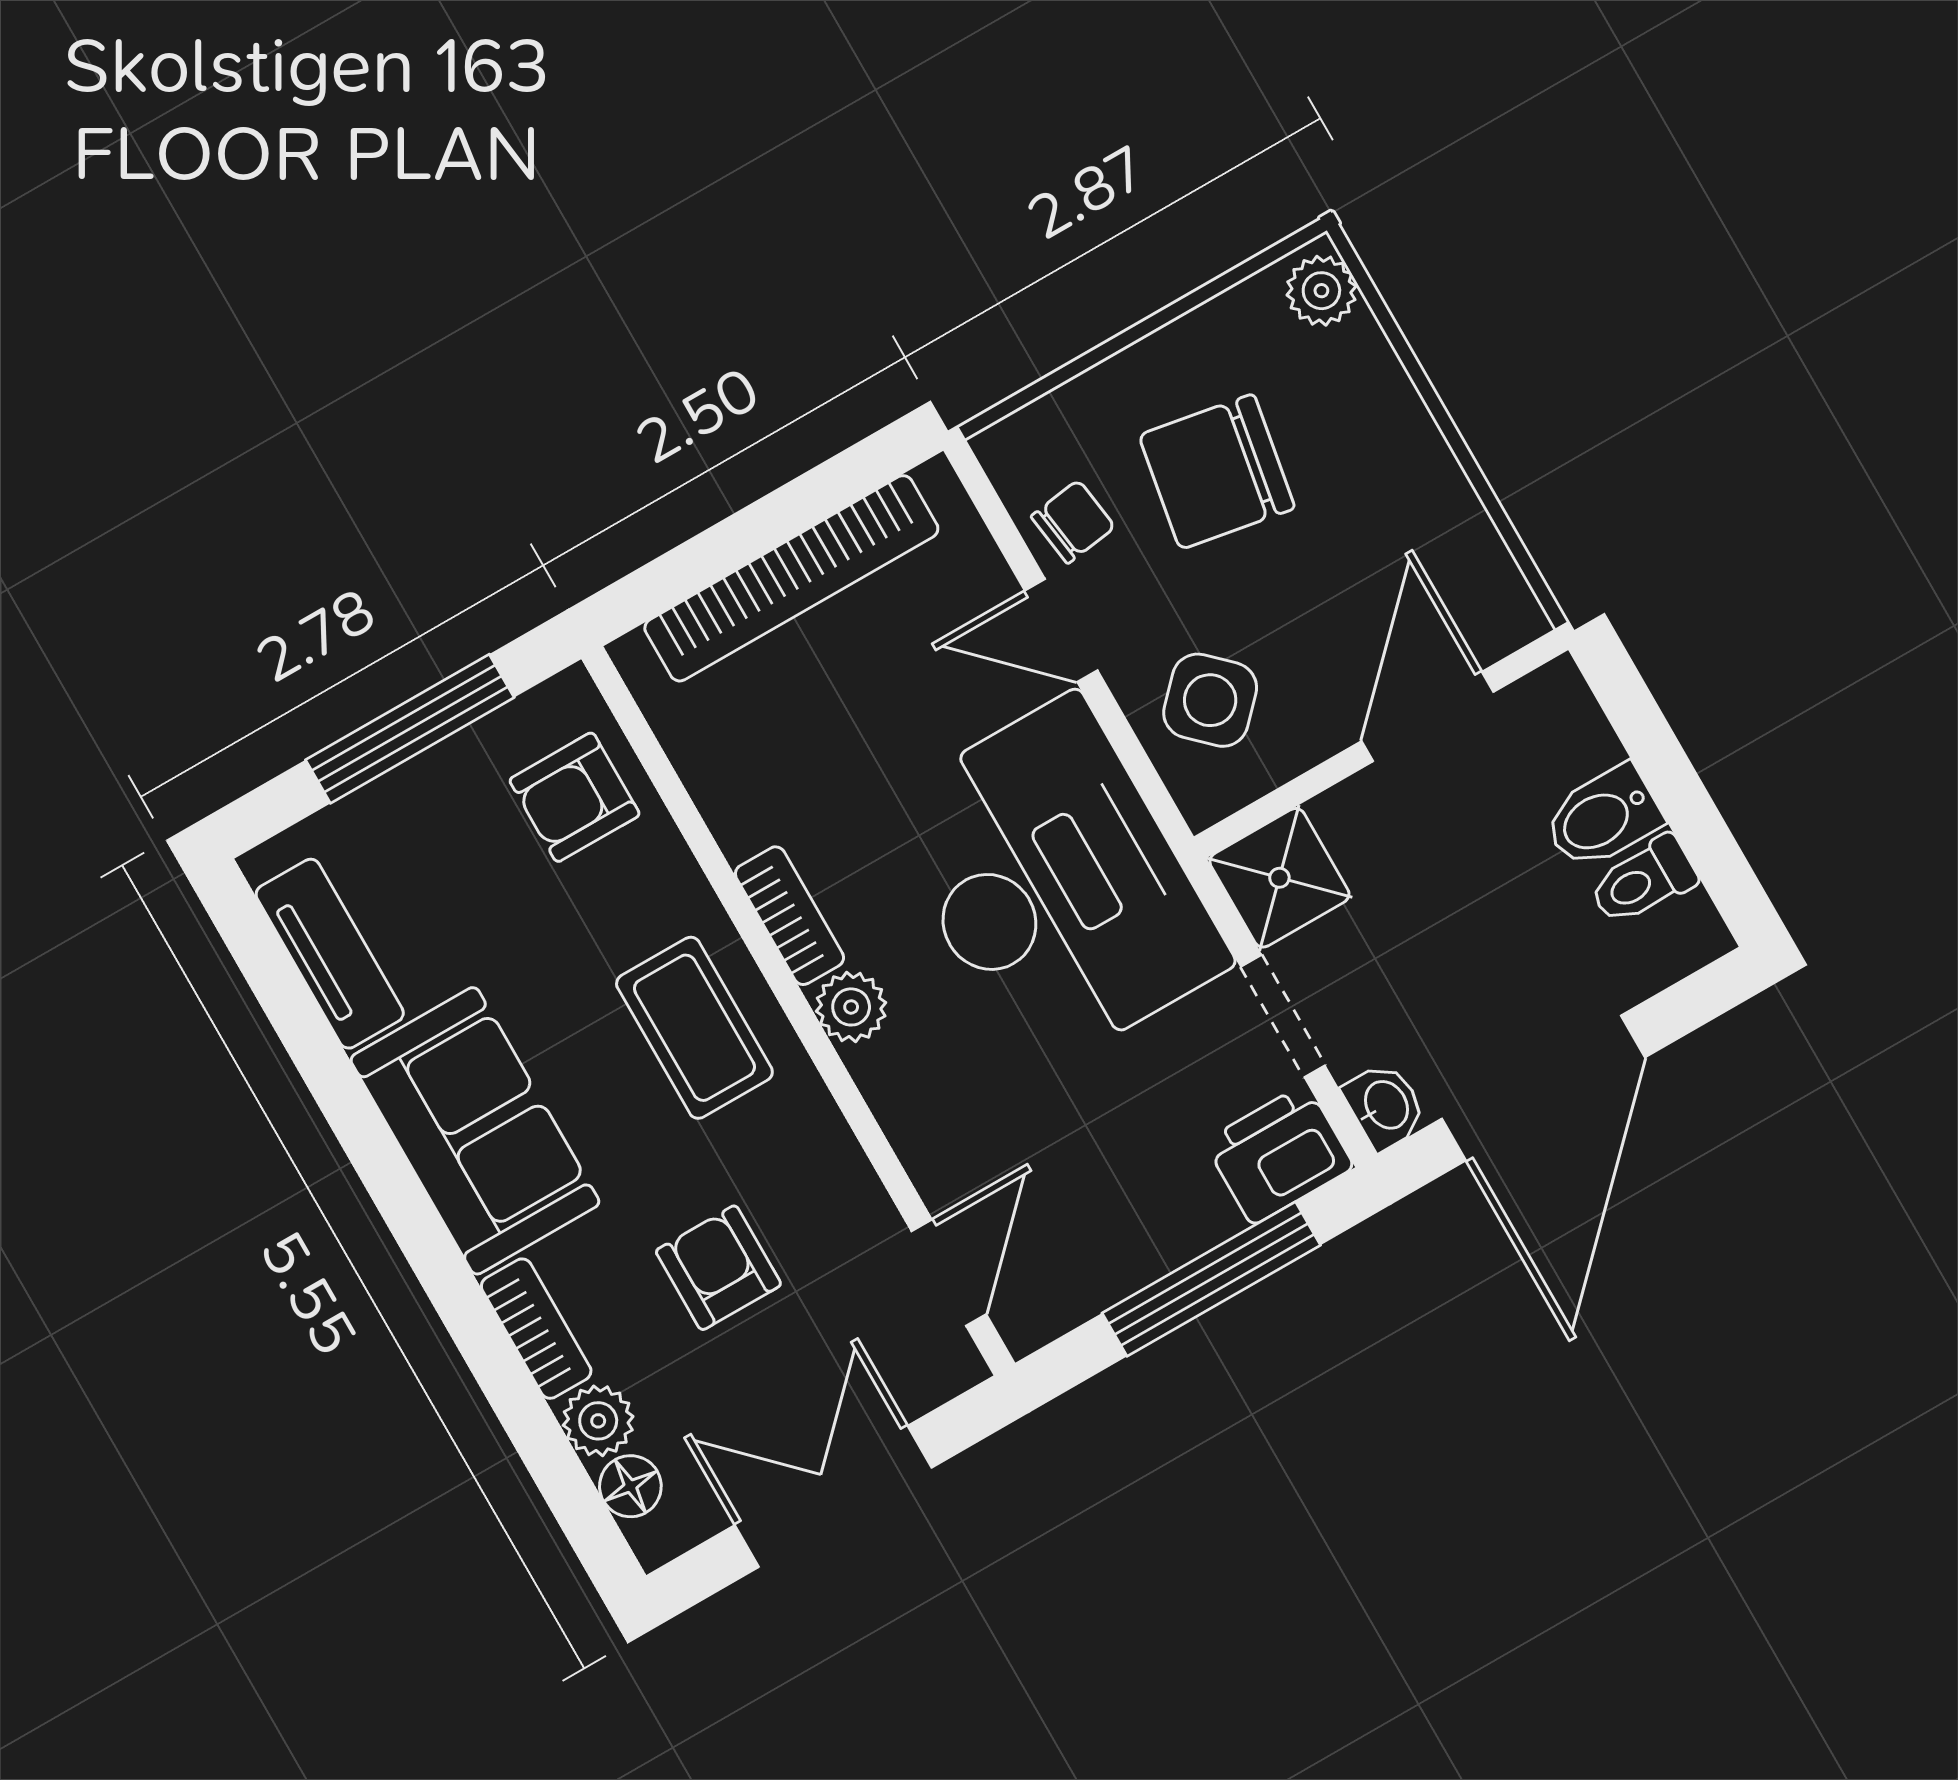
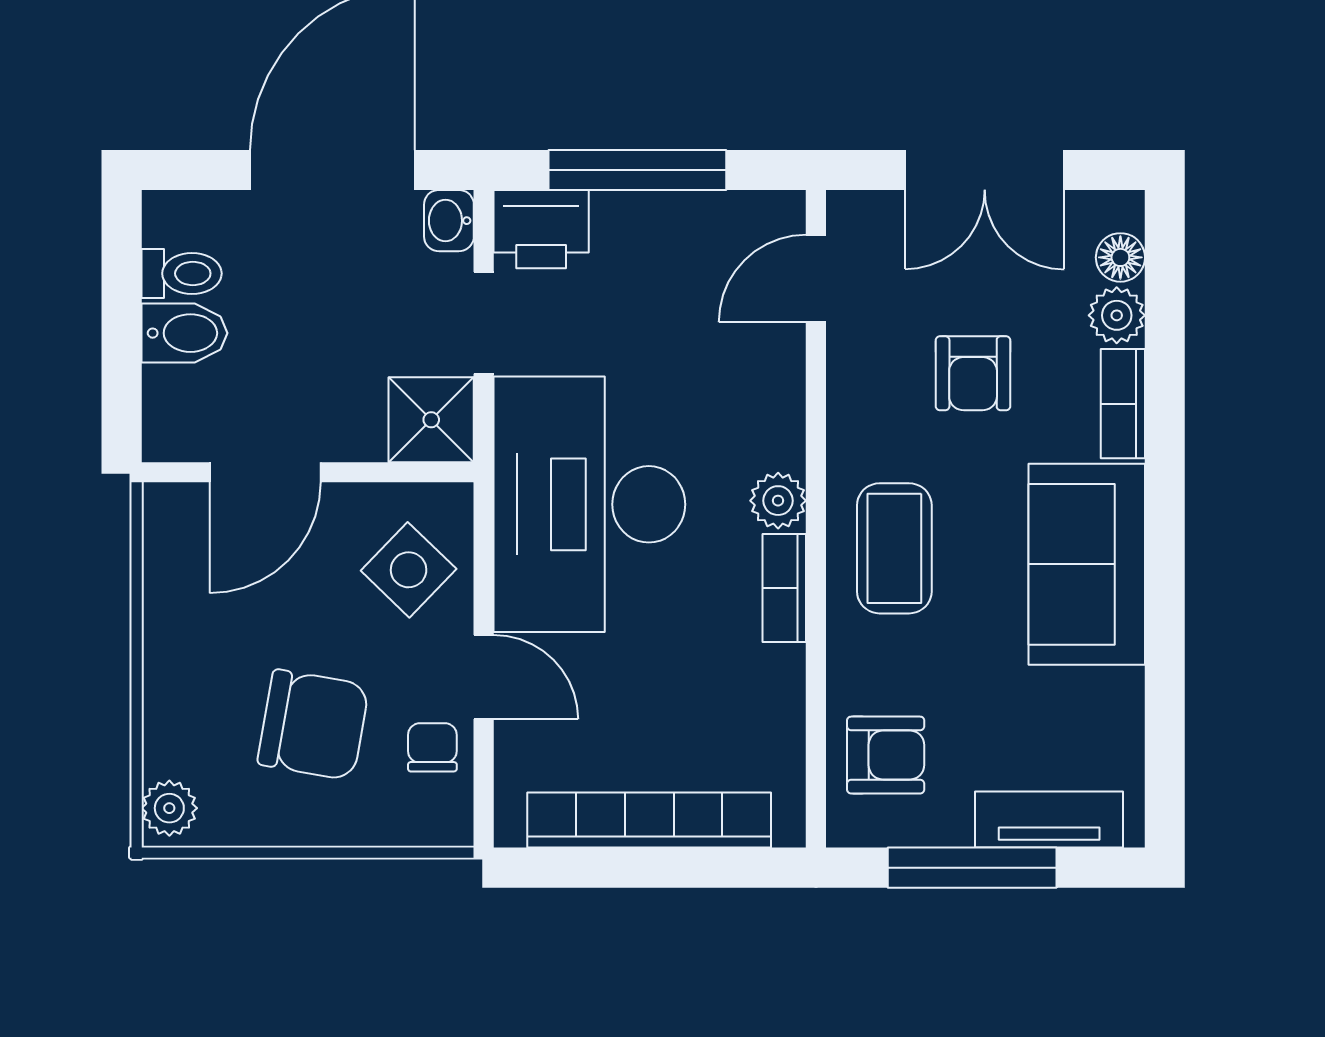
chair: (1073, 522) -> (432, 747), turned 98
tv unit: (330, 954) -> (1049, 819), moved, turned 90

